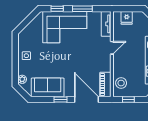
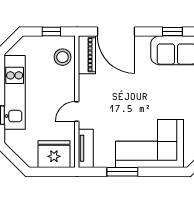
window: (57, 9) -> (161, 172), removed
fridge: (127, 18) -> (54, 154), width x1.88, depth x1.34
window: (60, 100) -> (172, 32), moved

